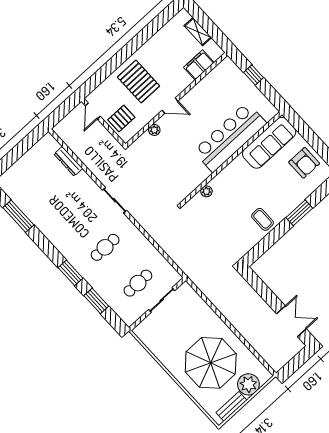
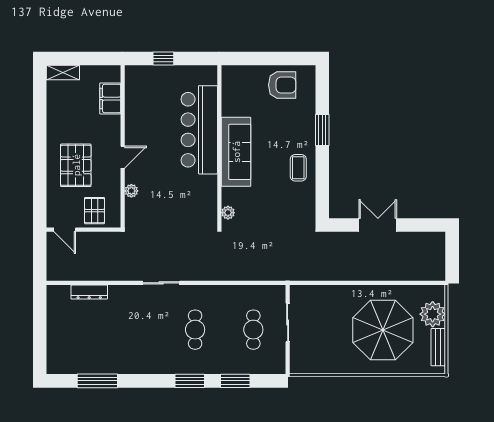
shelving: (198, 32) -> (63, 72), moved
pallet: (139, 81) -> (76, 165), turned 90
sofa: (269, 143) -> (236, 152), moved
plant: (206, 191) -> (228, 213), moved
coffee table: (262, 219) -> (298, 168), turned 90
double door: (291, 321) -> (378, 225), moved

